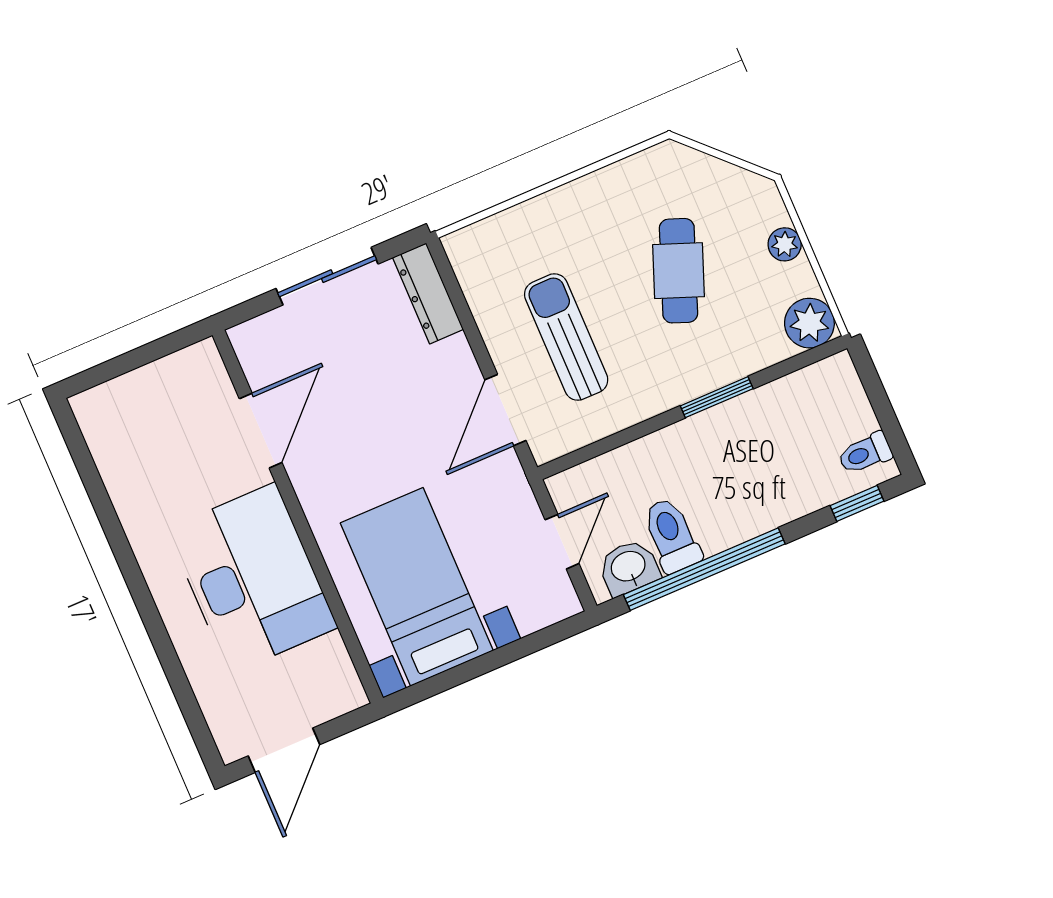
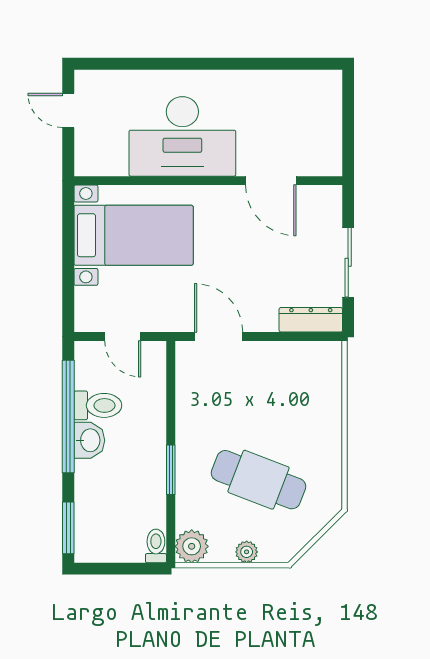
cafe table: (678, 271) -> (258, 480), width x1.37, depth x1.35
sun lounger: (566, 337) -> (247, 393), removed
toilet: (865, 453) -> (156, 546), moved
window: (857, 503) -> (68, 528), width x1.50
washbasin: (629, 567) -> (89, 440), moved
door: (284, 750) -> (68, 110), width x0.73

